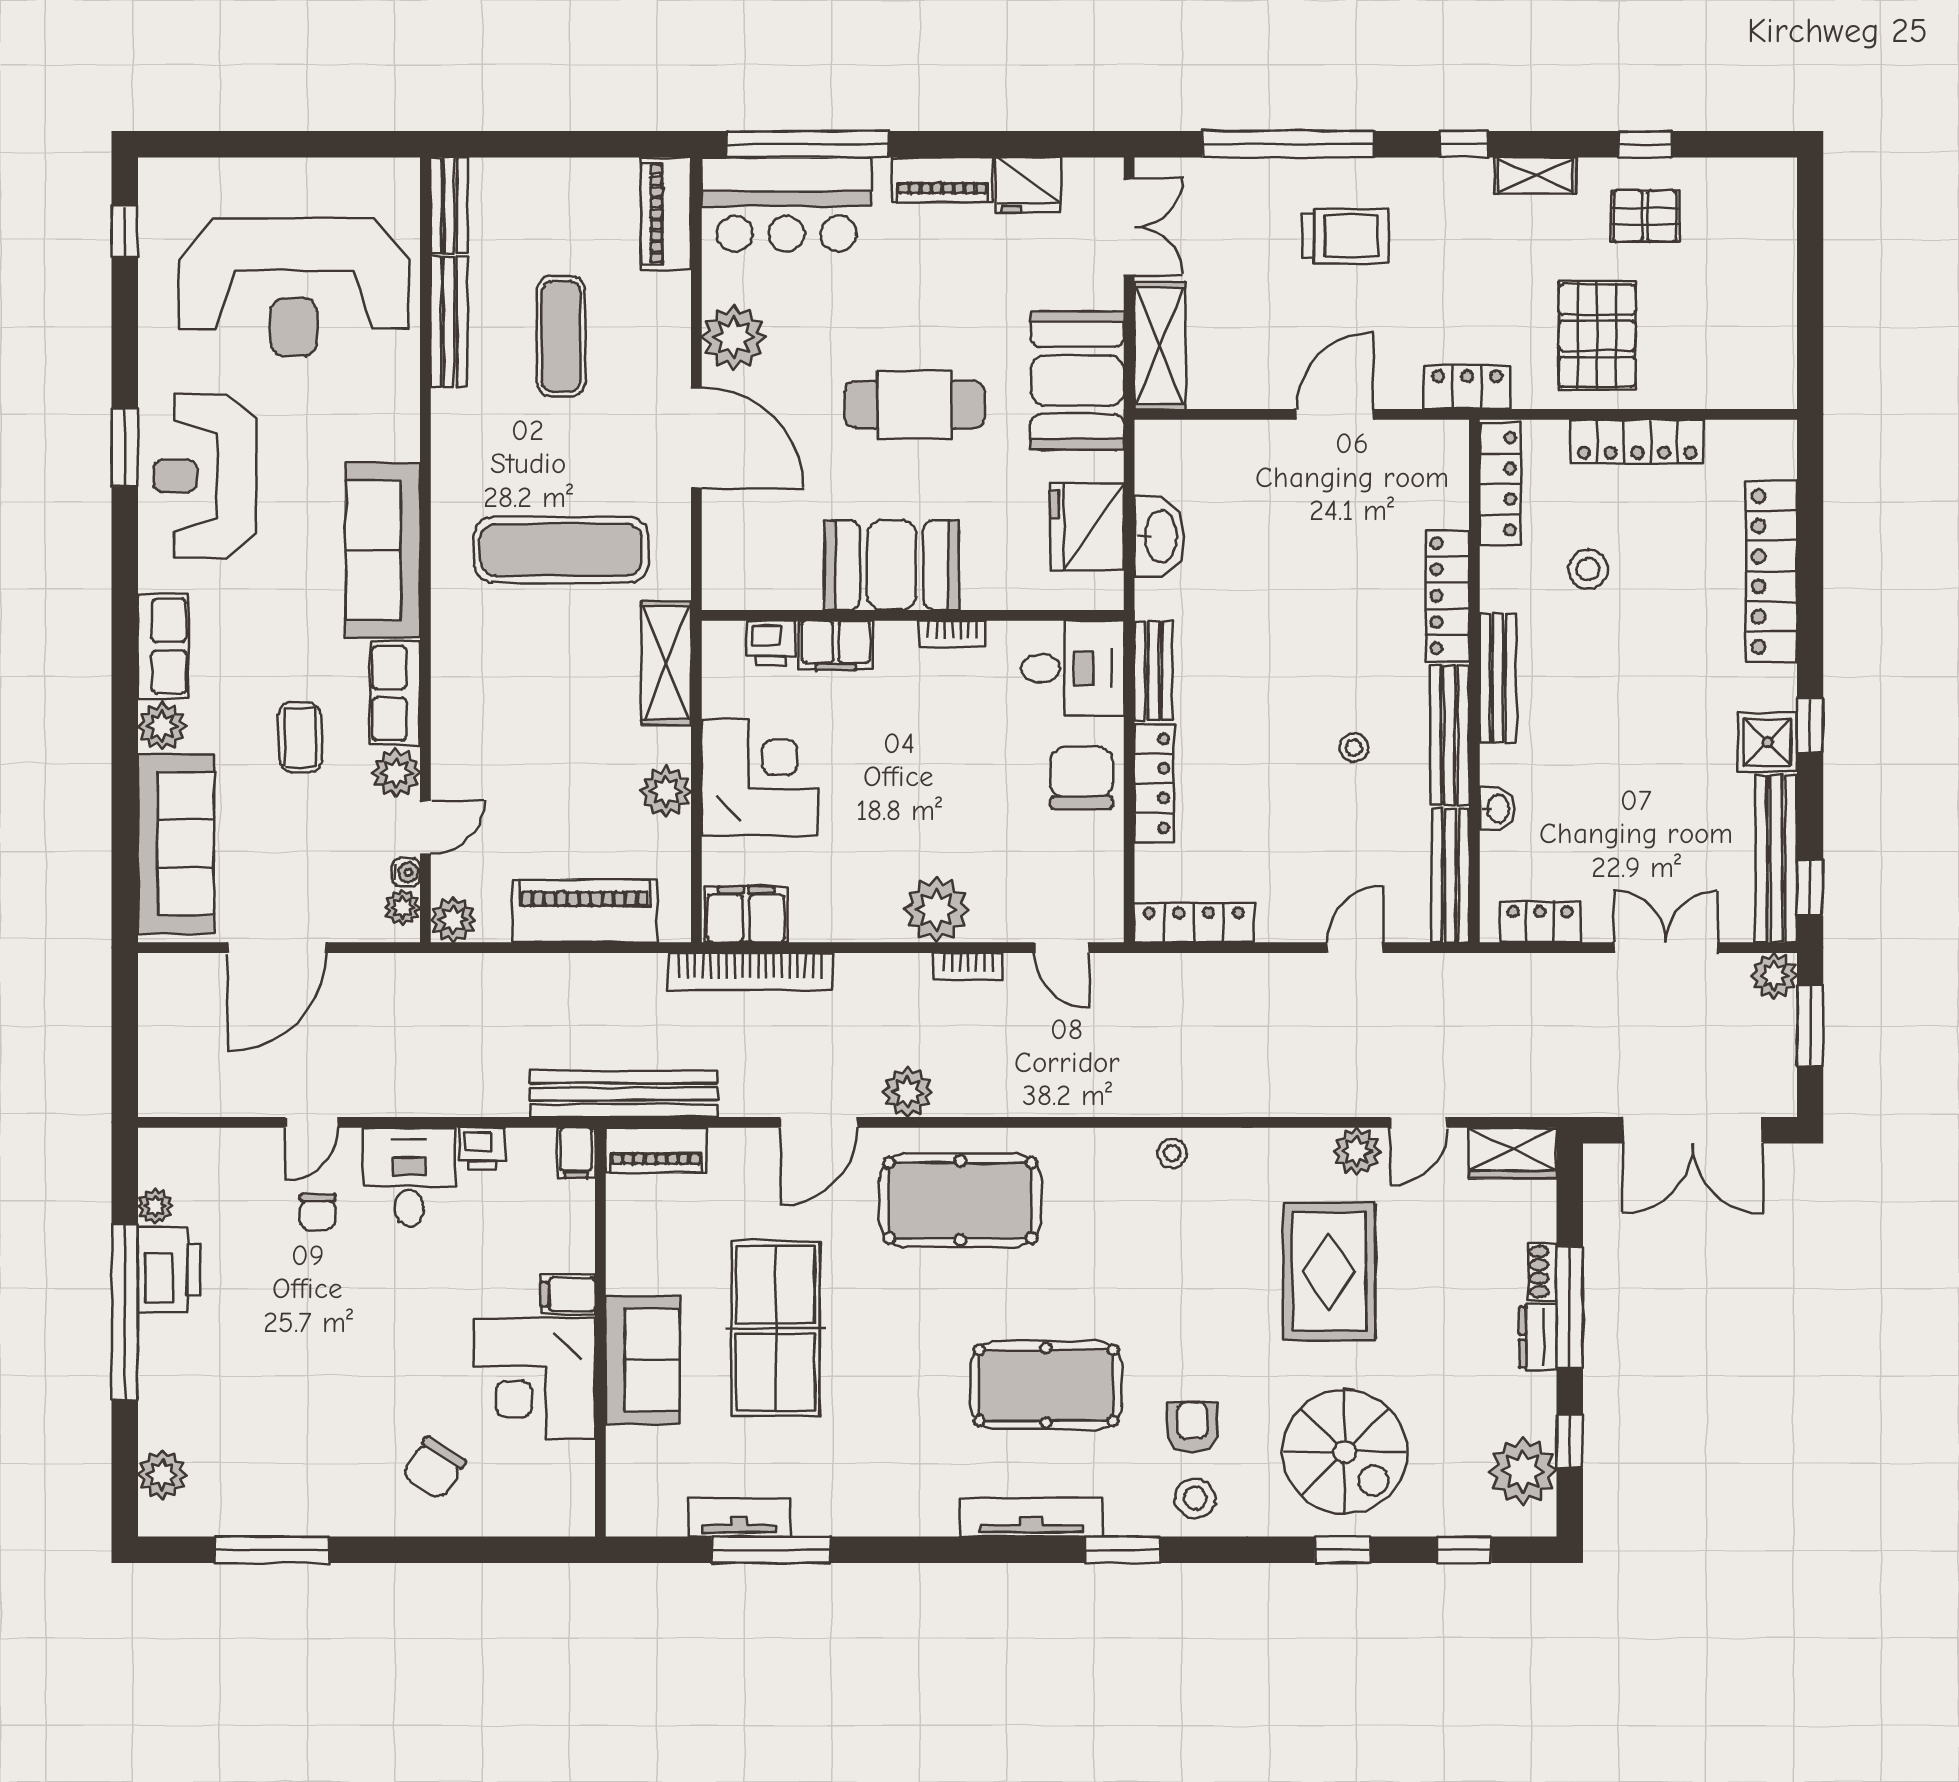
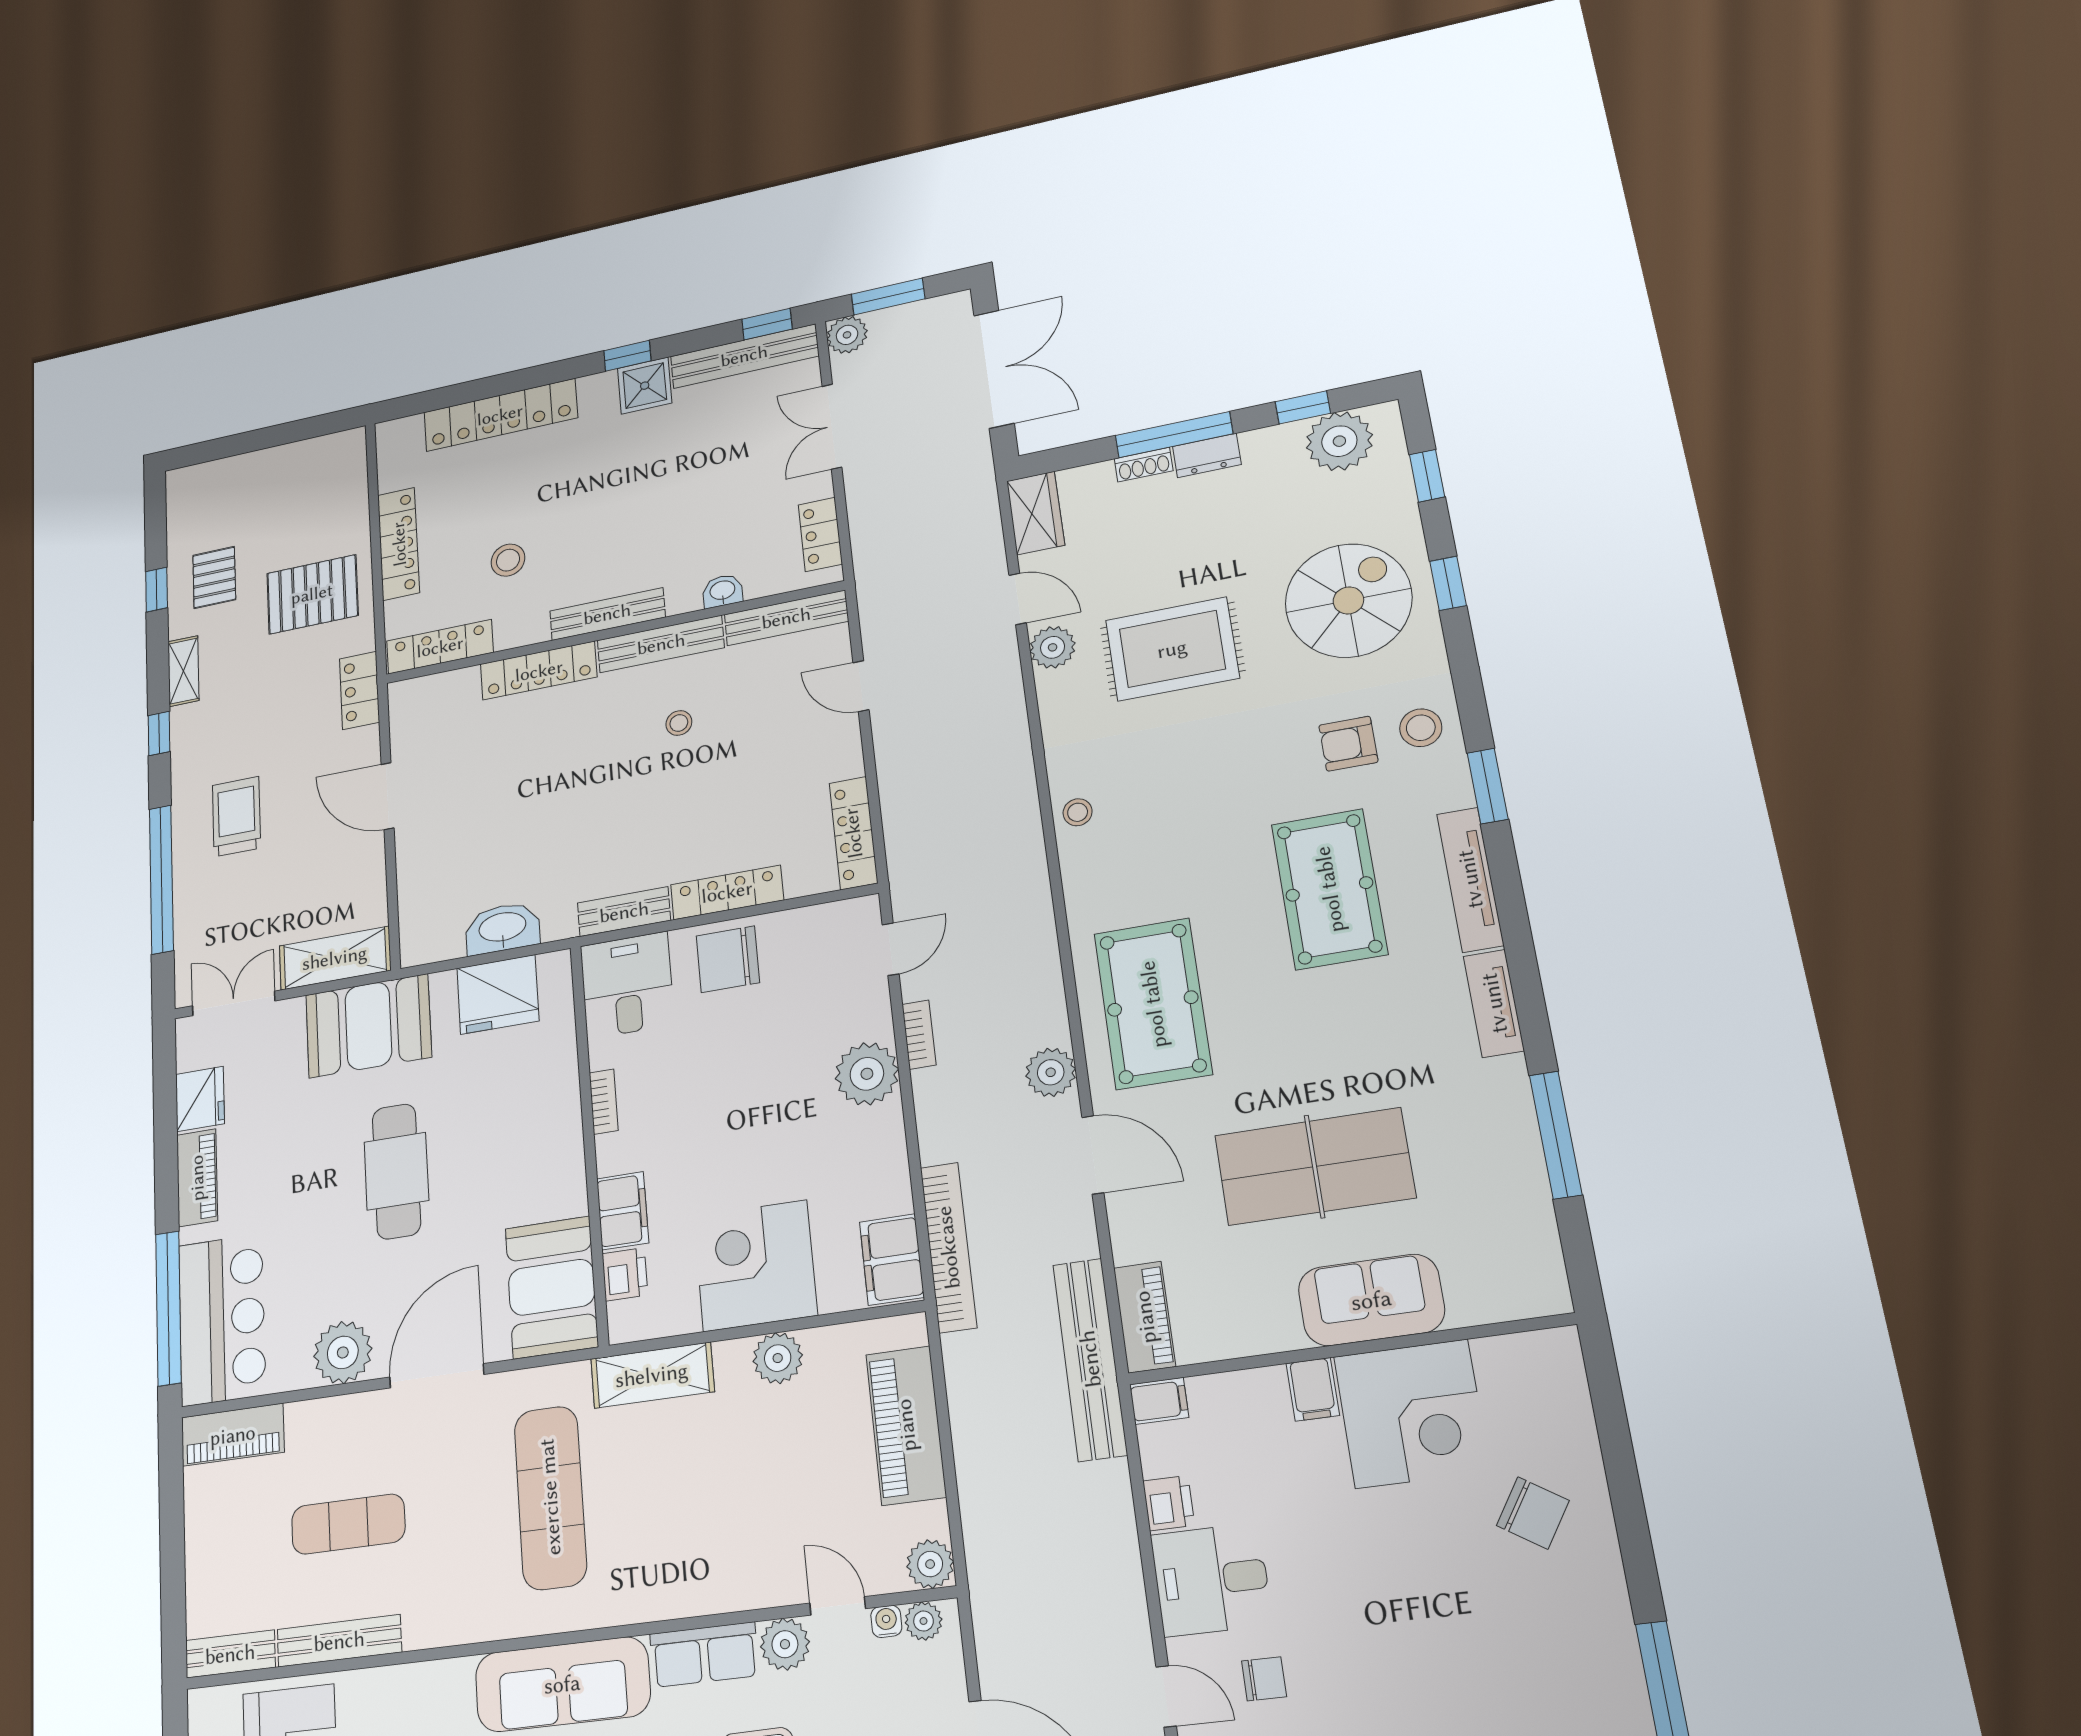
booth: (892, 565) -> (552, 1287), moved
tv unit: (739, 1517) -> (1494, 1003), moved

